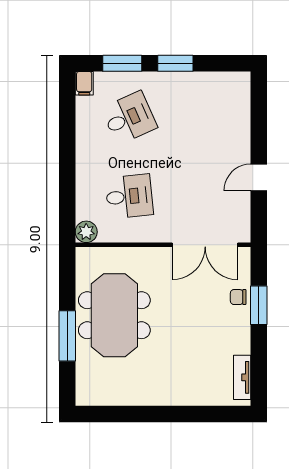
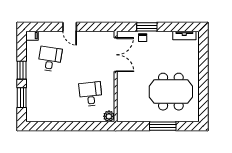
filing cabinet: (84, 83) -> (32, 36), moved
desk: (129, 118) -> (50, 59), moved, turned 33
door: (259, 177) -> (70, 27), moved
meeting table: (114, 315) -> (171, 92), moved

